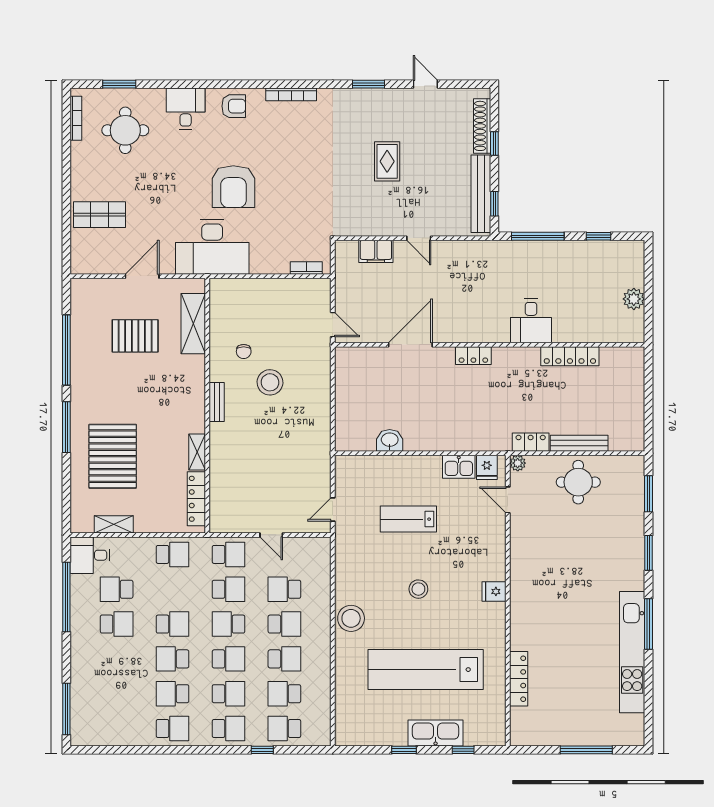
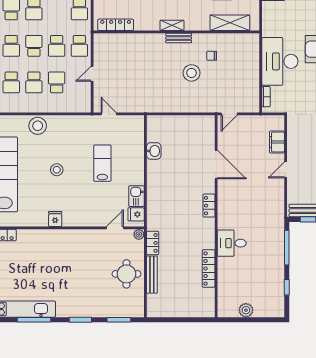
desk: (212, 247) -> (280, 61), moved
shelving: (197, 452) -> (172, 25), moved

